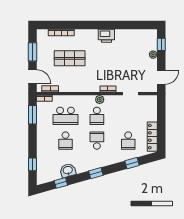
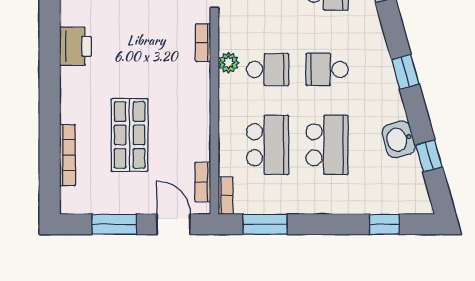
door: (32, 77) -> (173, 224), hinge flipped
school desk: (66, 141) -> (327, 145), width x1.85

